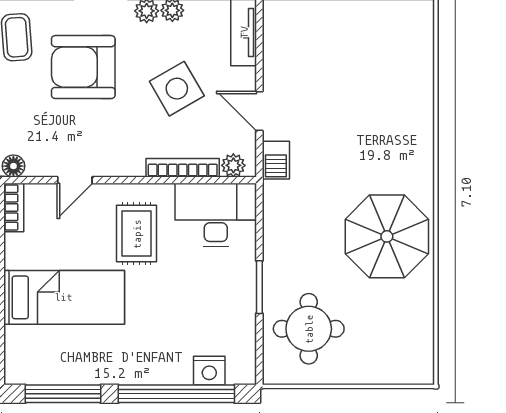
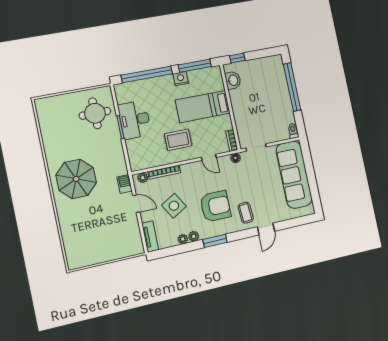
door: (75, 180) -> (209, 157), swing flipped
desk: (216, 215) -> (135, 120), moved, turned 90
rug: (137, 234) -> (178, 140), turned 90
parasol: (387, 236) -> (76, 179), moved
nightstand: (209, 371) -> (181, 79), moved

